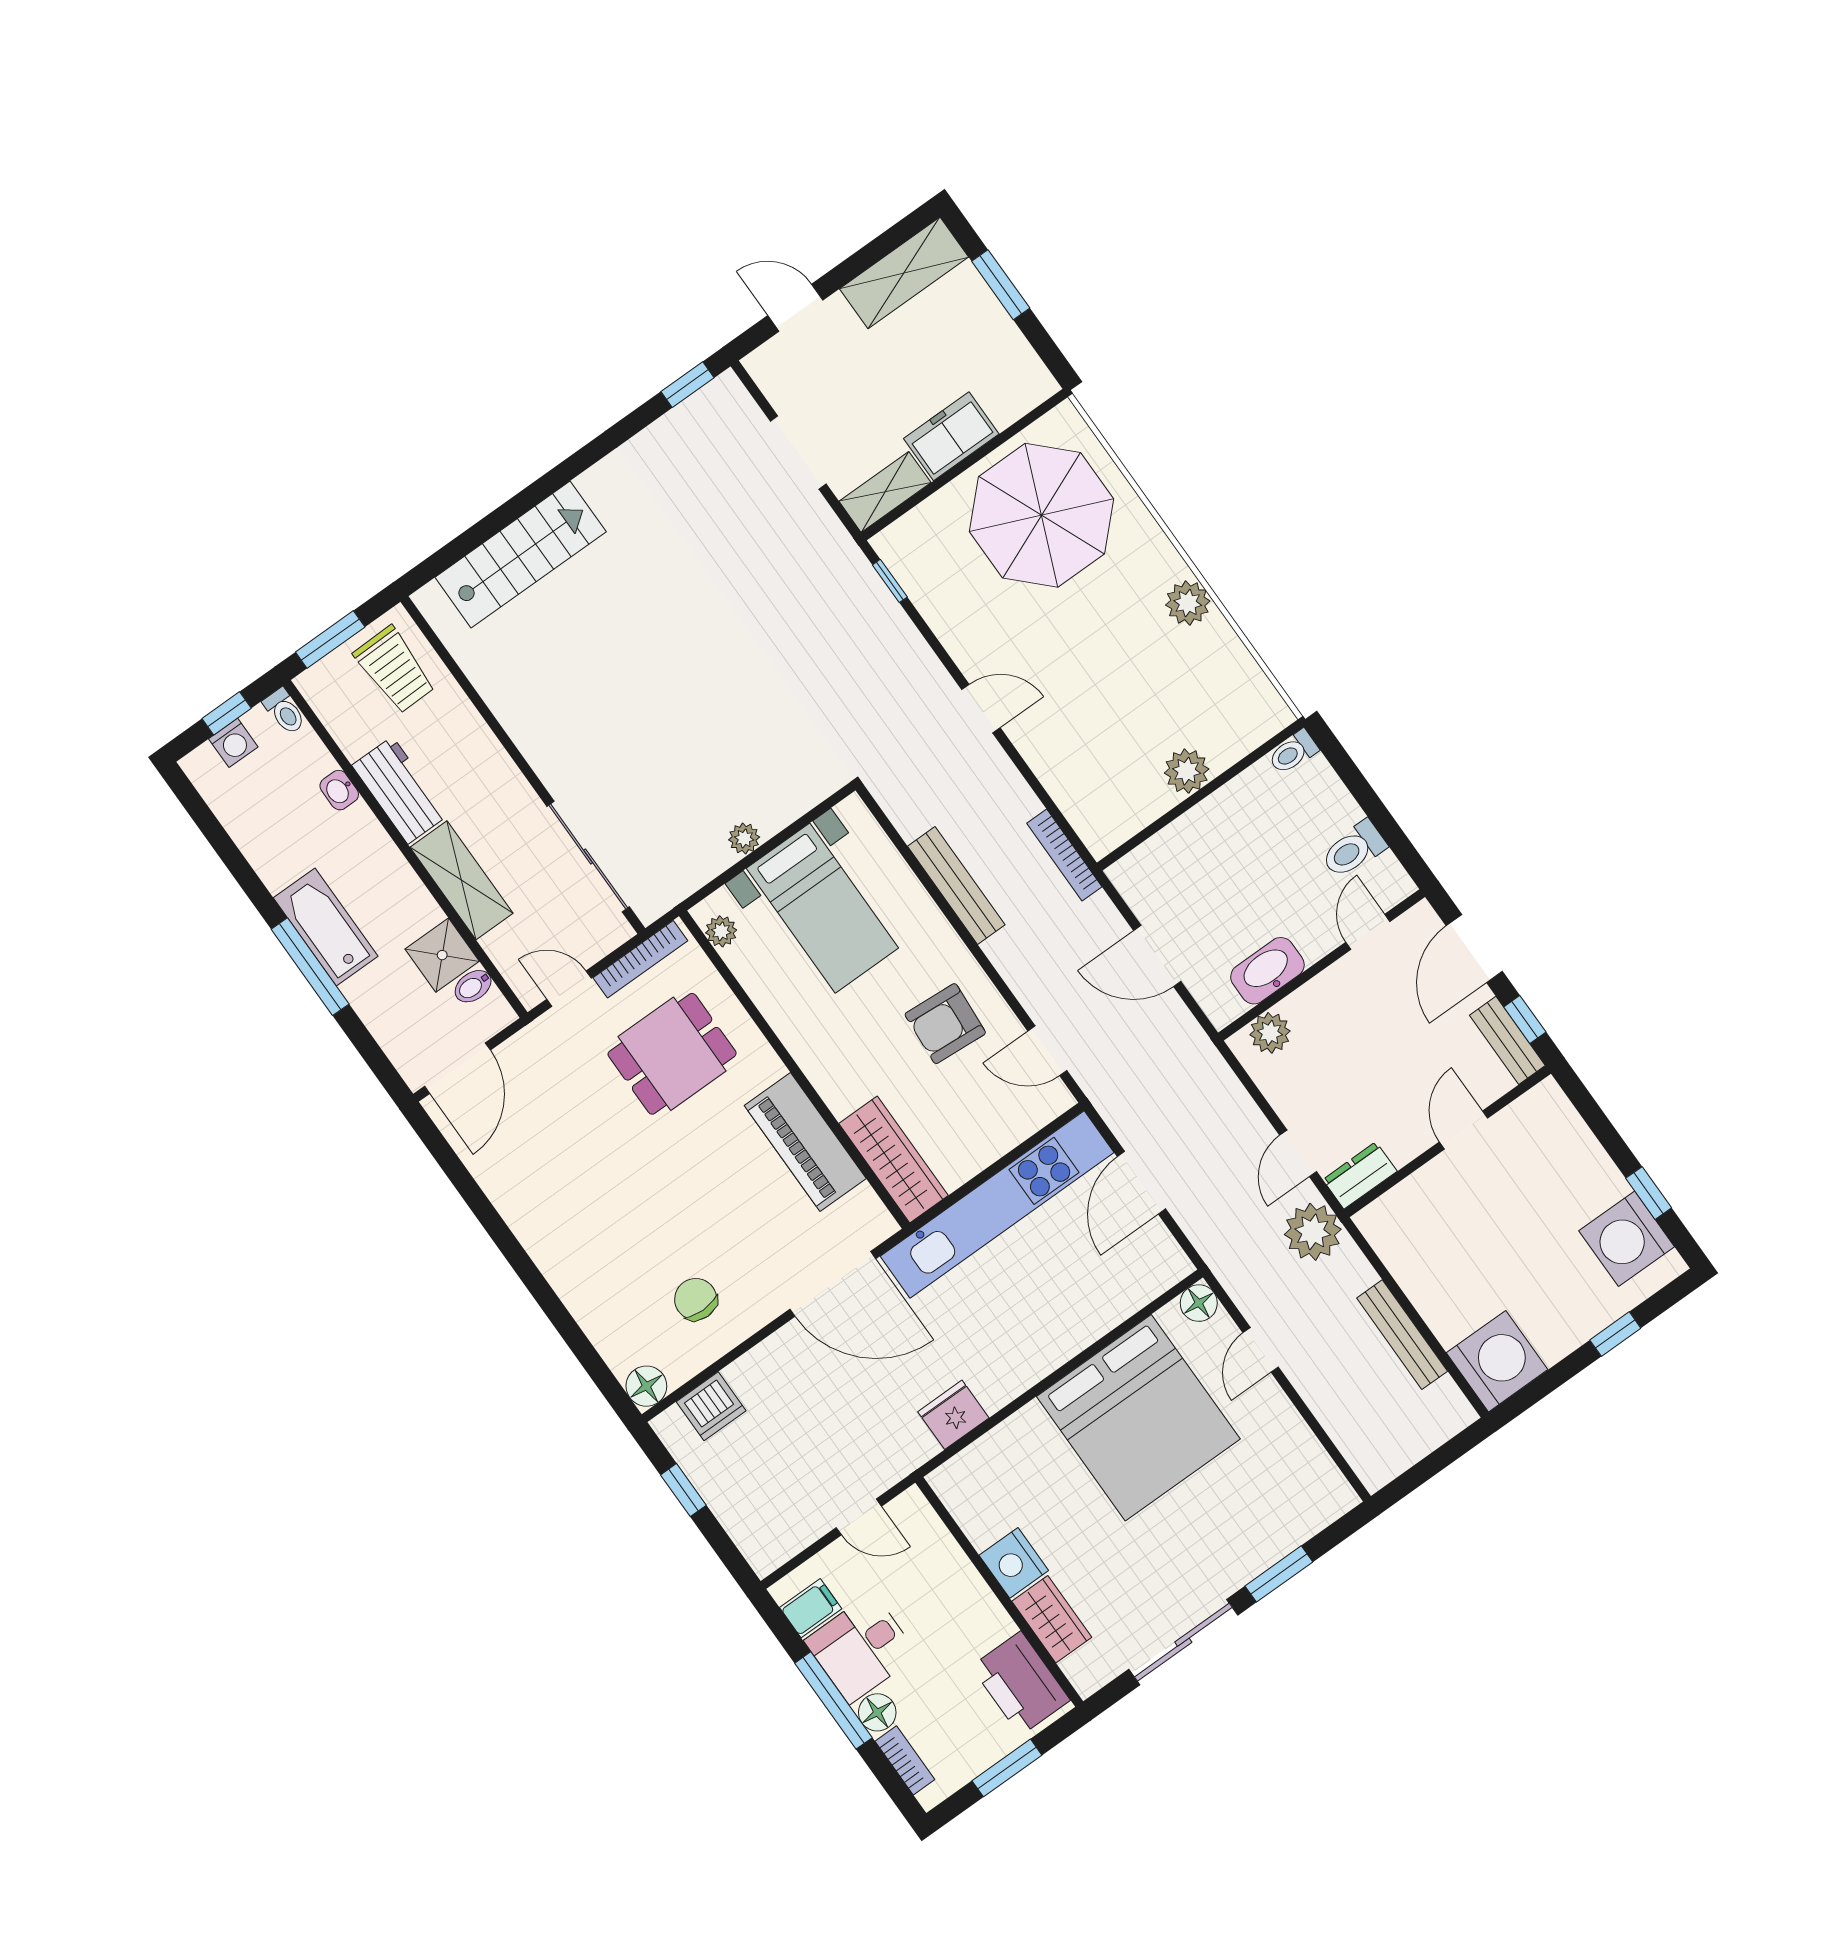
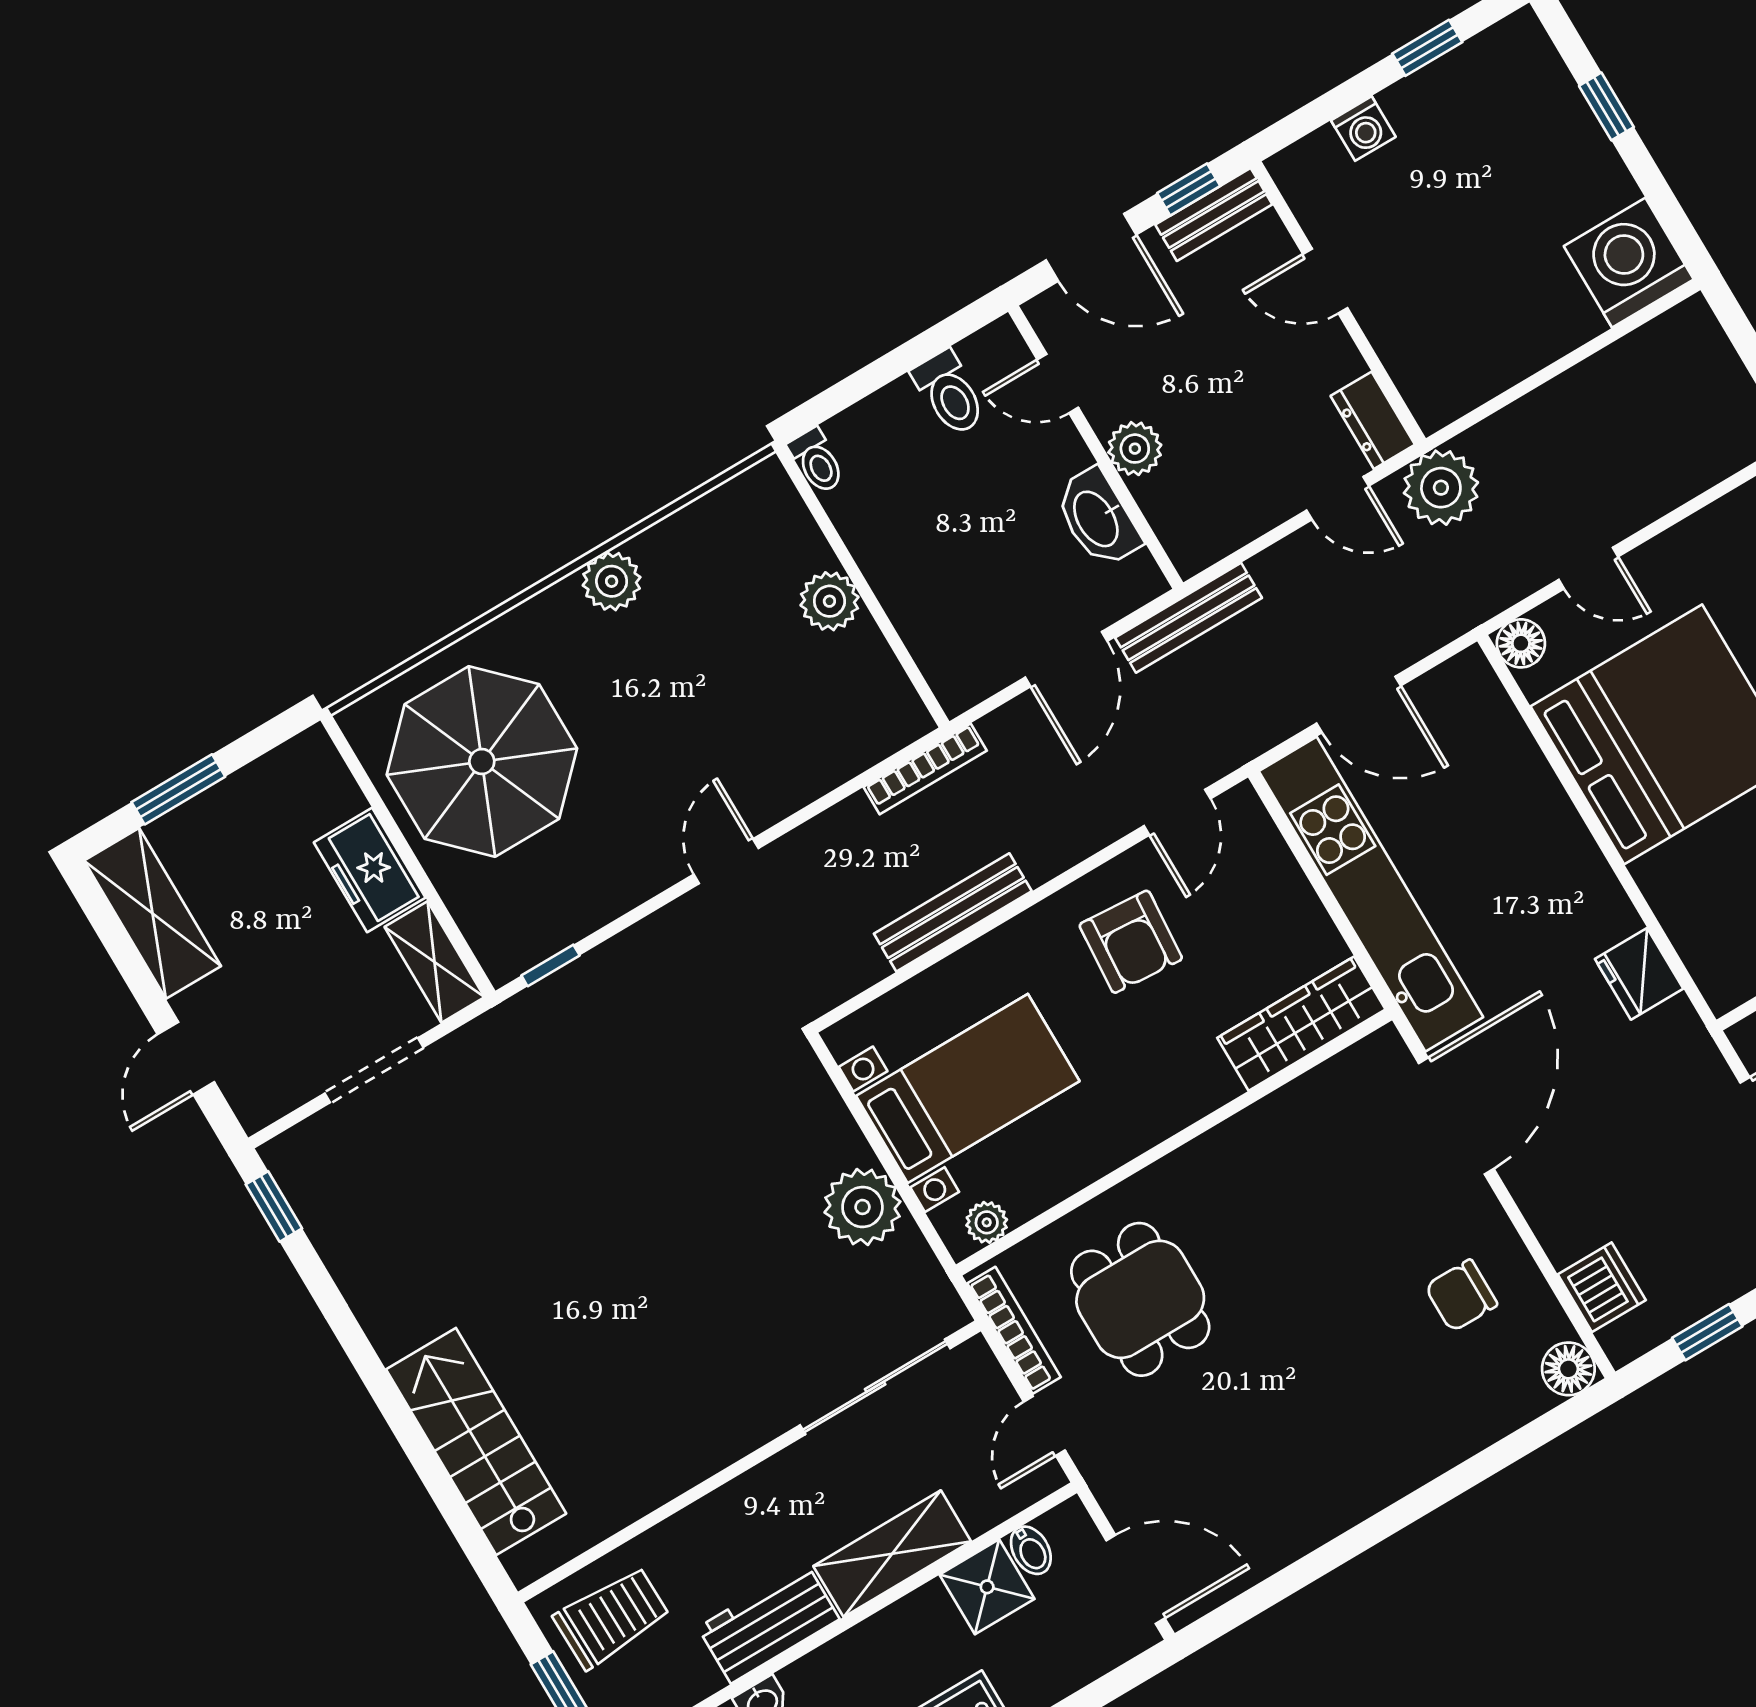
plant: (744, 838) -> (862, 1207), width x1.87, depth x1.87
plant: (1270, 1033) -> (1135, 449), moved
piano: (805, 1142) -> (1269, 1136), removed
washing machine: (1627, 1239) -> (1363, 129), moved, width x0.53, depth x0.53
bench: (1402, 1335) -> (1189, 618), moved

